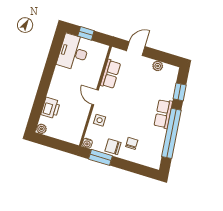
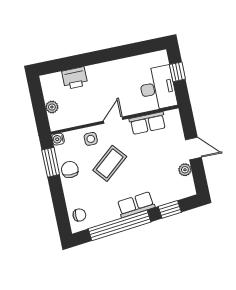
door: (136, 49) -> (193, 149), moved
desk: (73, 52) -> (158, 88), moved, turned 90
coffee table: (124, 116) -> (110, 163), added
plant: (41, 129) -> (52, 107), moved
chair: (132, 143) -> (79, 215), moved

